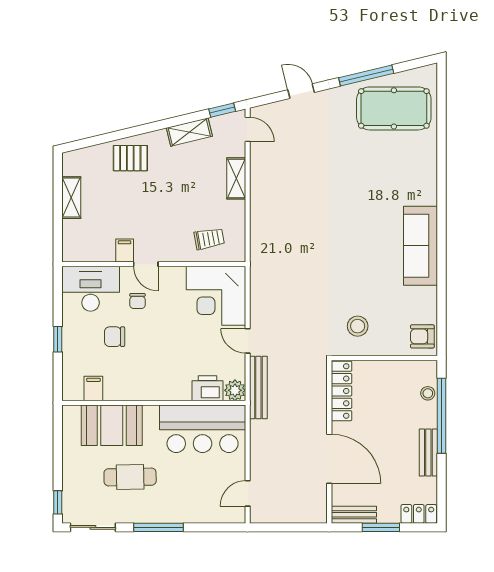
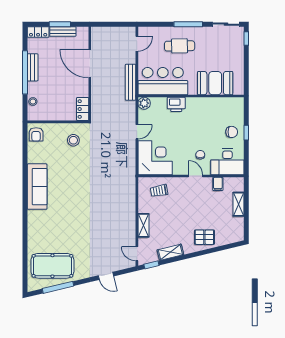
window: (366, 75) -> (58, 287), moved
shelving: (71, 198) -> (239, 204), moved
filing cabinet: (125, 250) -> (218, 184), moved
armchair: (422, 336) -> (36, 134), turned 90
chair: (115, 337) -> (232, 132), moved
door: (248, 341) -> (137, 132), hinge flipped
bench: (258, 387) -> (131, 82), moved
filing cabinet: (93, 388) -> (226, 104), removed
printer: (207, 388) -> (176, 104), moved
locker: (341, 391) -> (83, 109), width x0.66
window: (441, 416) -> (25, 72), moved
cafe table: (130, 477) -> (180, 46), moved
bench: (354, 515) -> (63, 31), moved

